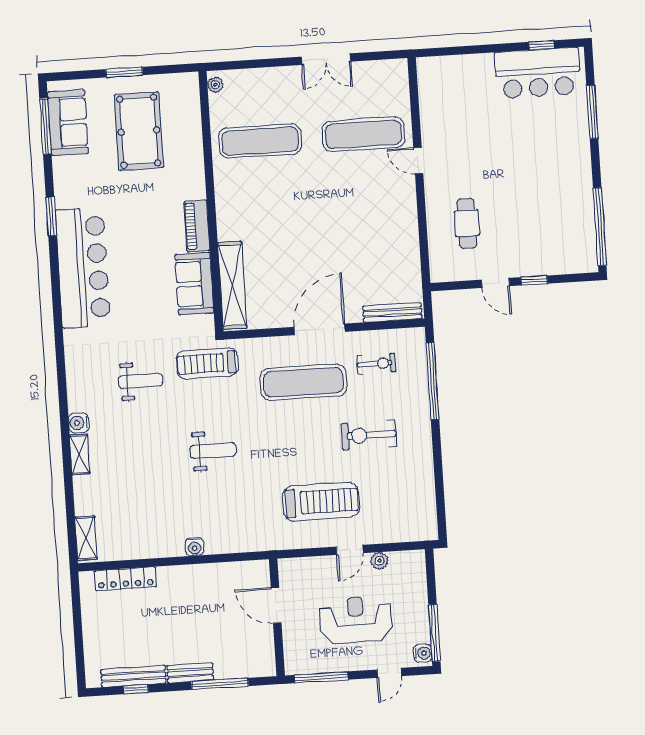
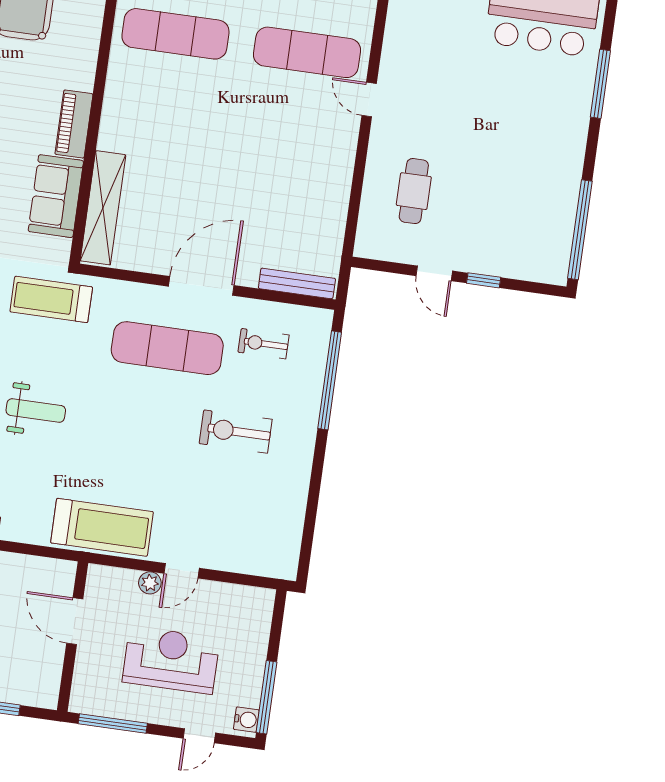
exercise bike: (376, 364) -> (264, 344), turned 180
treadmill: (321, 502) -> (102, 527), moved
plant: (379, 561) -> (150, 583), moved

